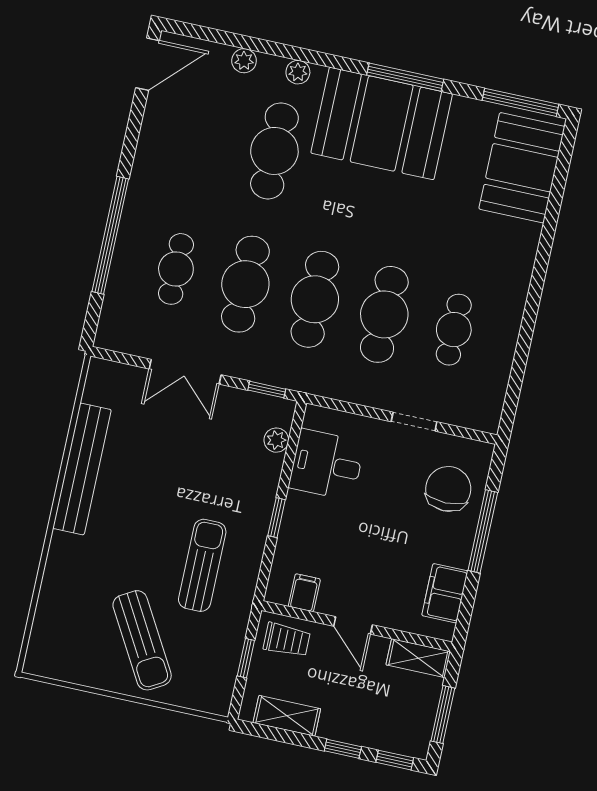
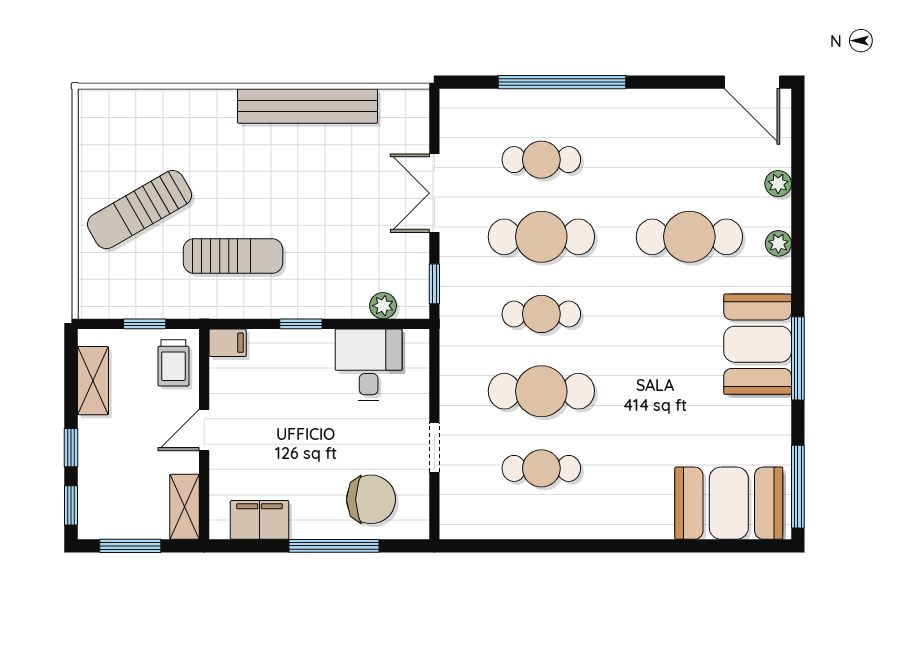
booth: (382, 123) -> (758, 344), width x0.73, depth x0.70
cafe table: (315, 299) -> (541, 314), width x0.73, depth x0.74
filing cabinet: (304, 593) -> (228, 343), moved

